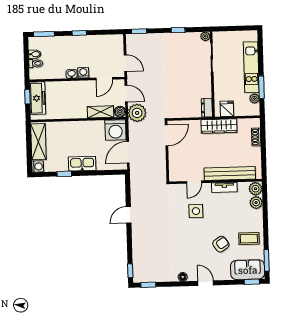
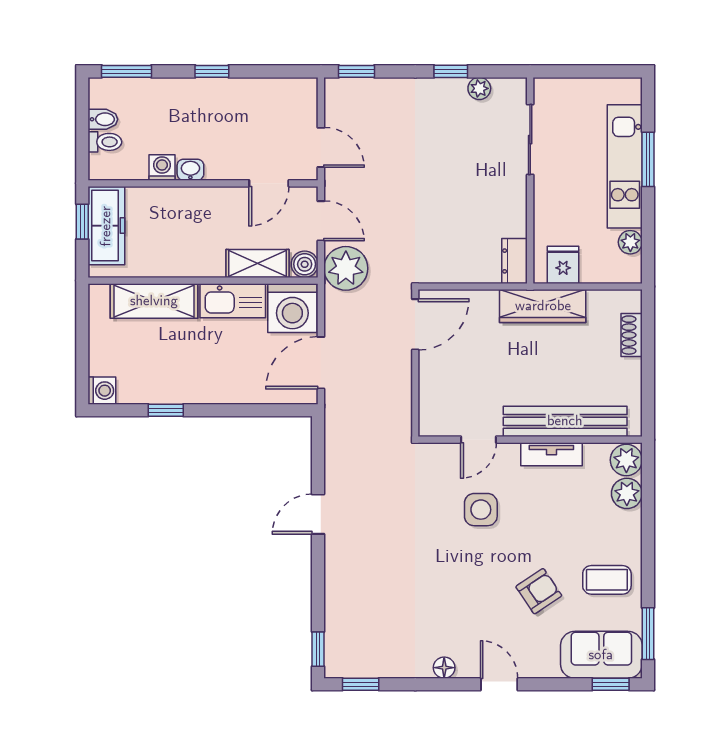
plant: (205, 36) -> (479, 88), moved
washing machine: (83, 73) -> (162, 168), moved
window: (261, 87) -> (648, 159), moved
shelving: (38, 142) -> (154, 301), moved, turned 90
kitchen sink: (82, 164) -> (233, 301), moved, turned 180

